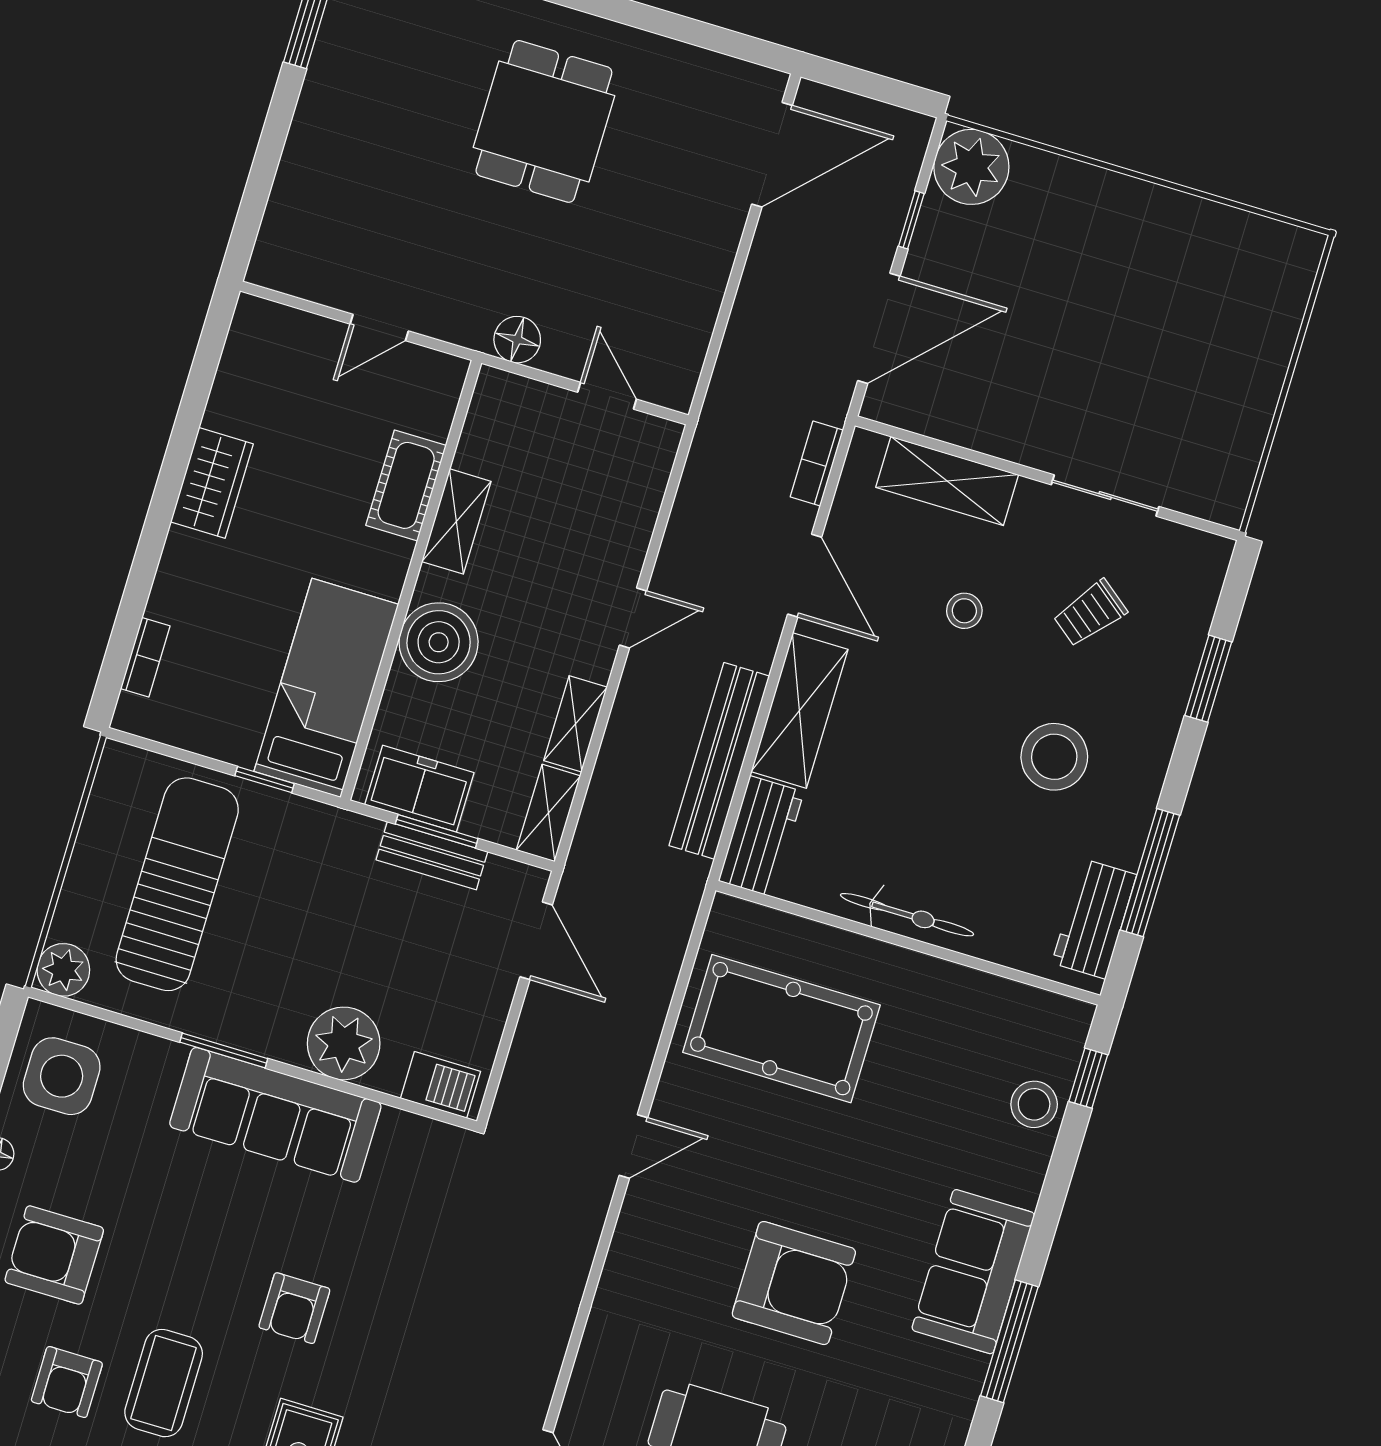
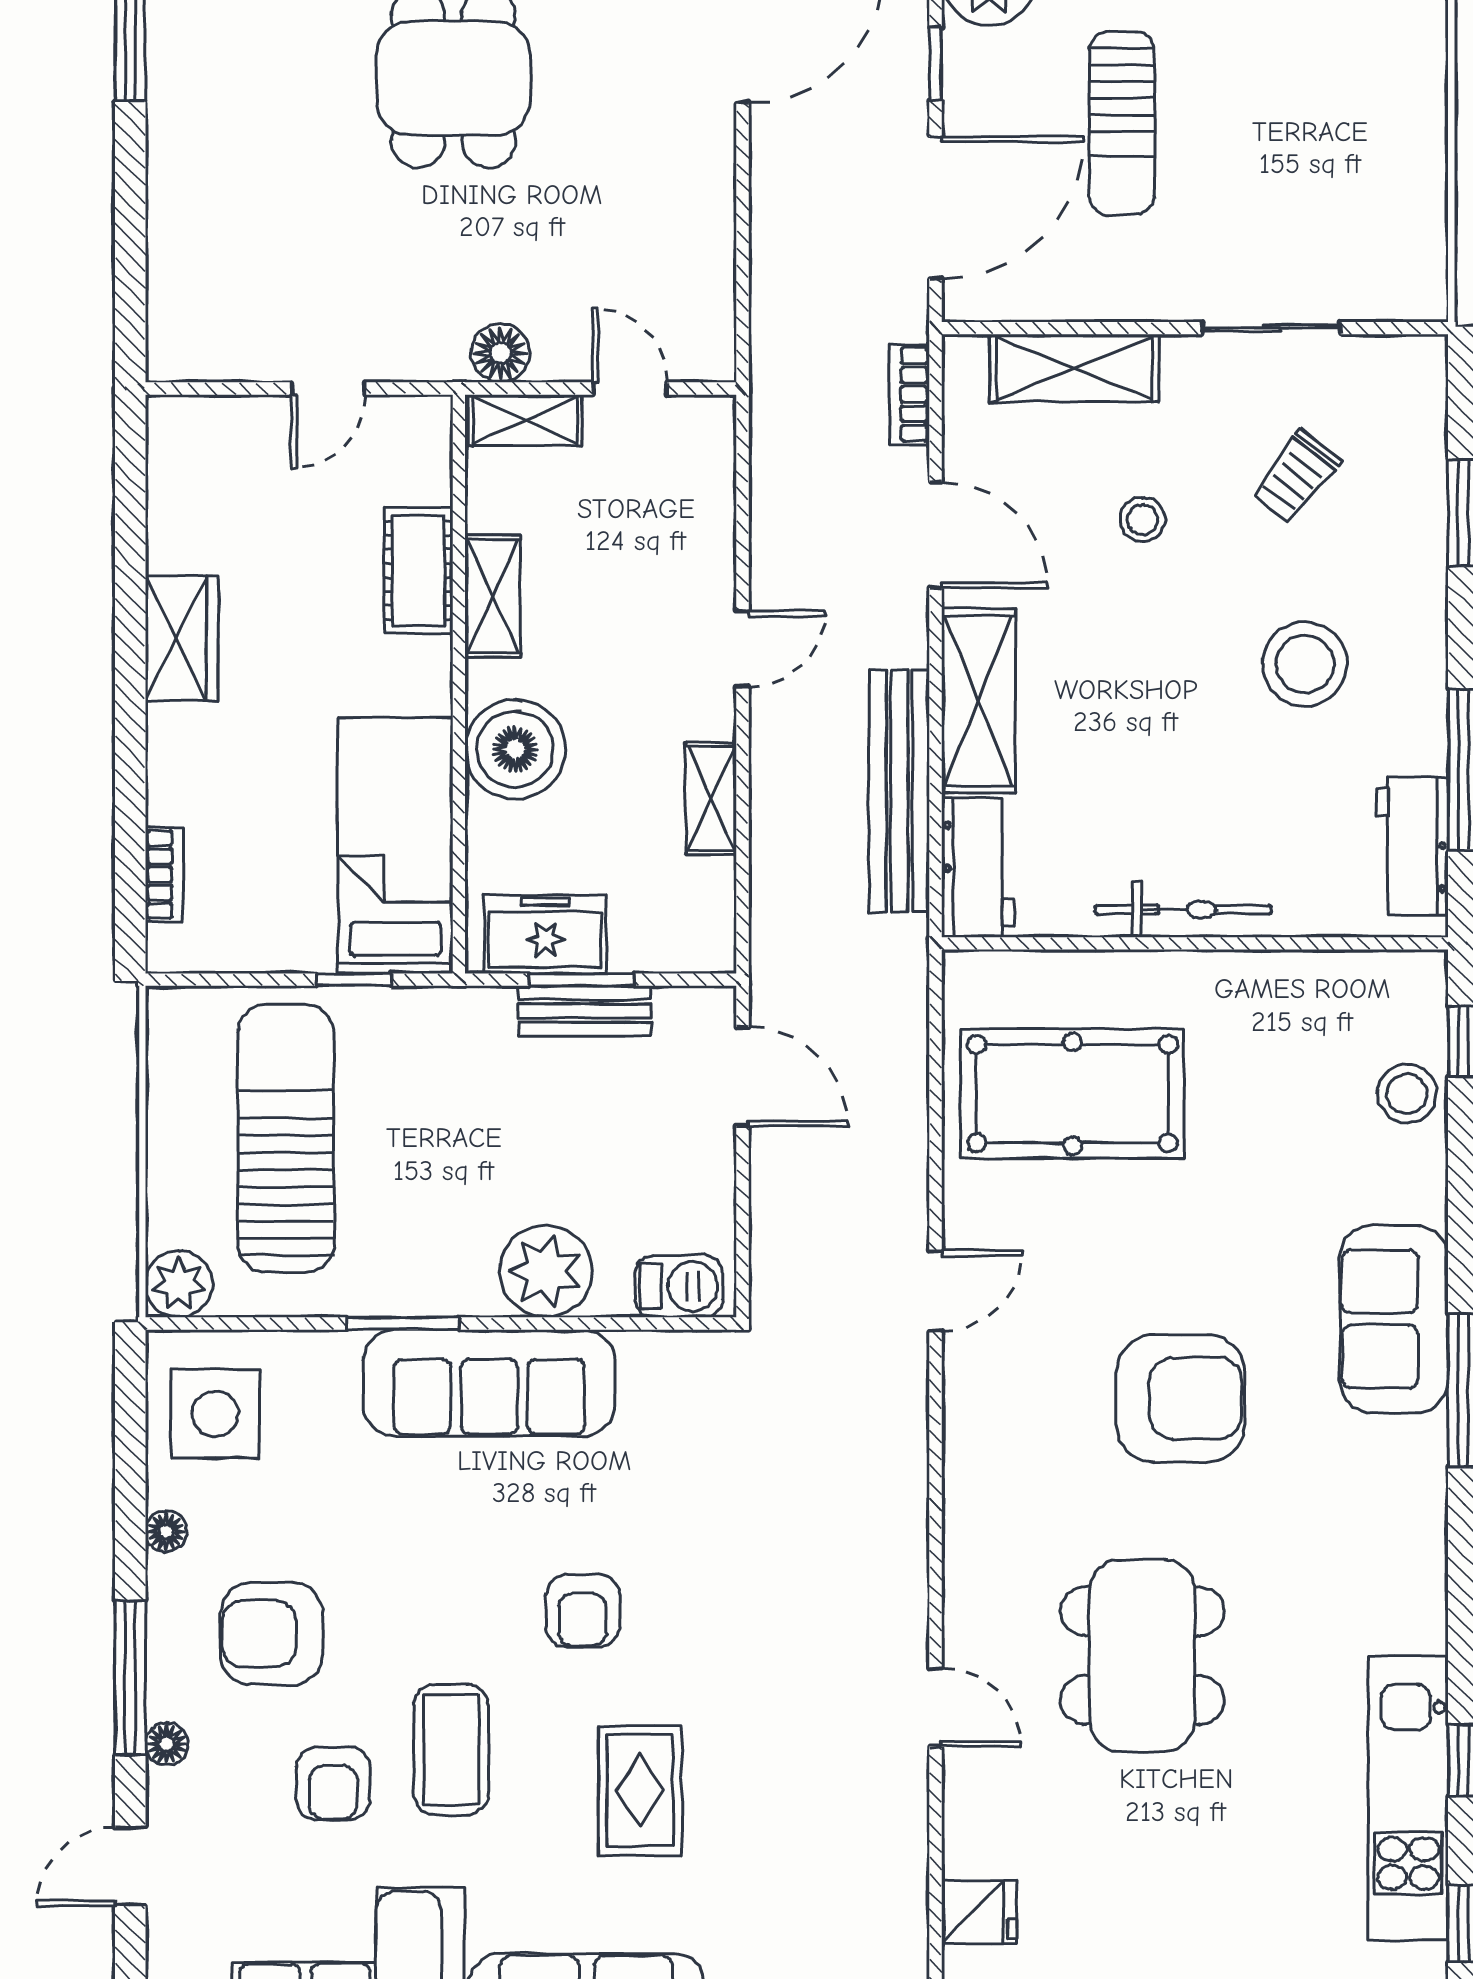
sun lounger: (1039, 307) -> (1122, 123), added
shelving: (548, 813) -> (525, 420), moved, turned 90

